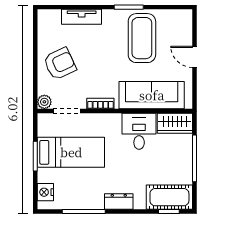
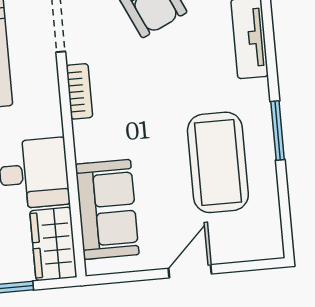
coffee table: (142, 38) -> (218, 162), turned 90
sofa: (152, 95) -> (107, 209), width x0.73

